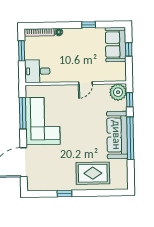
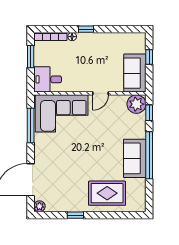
window: (89, 25) -> (86, 29), moved
sofa: (116, 44) -> (135, 73), moved
corner sofa: (43, 121) -> (62, 113), moved, turned 90
sofa: (117, 135) -> (135, 158), width x0.73
plant: (32, 186) -> (39, 206), added

